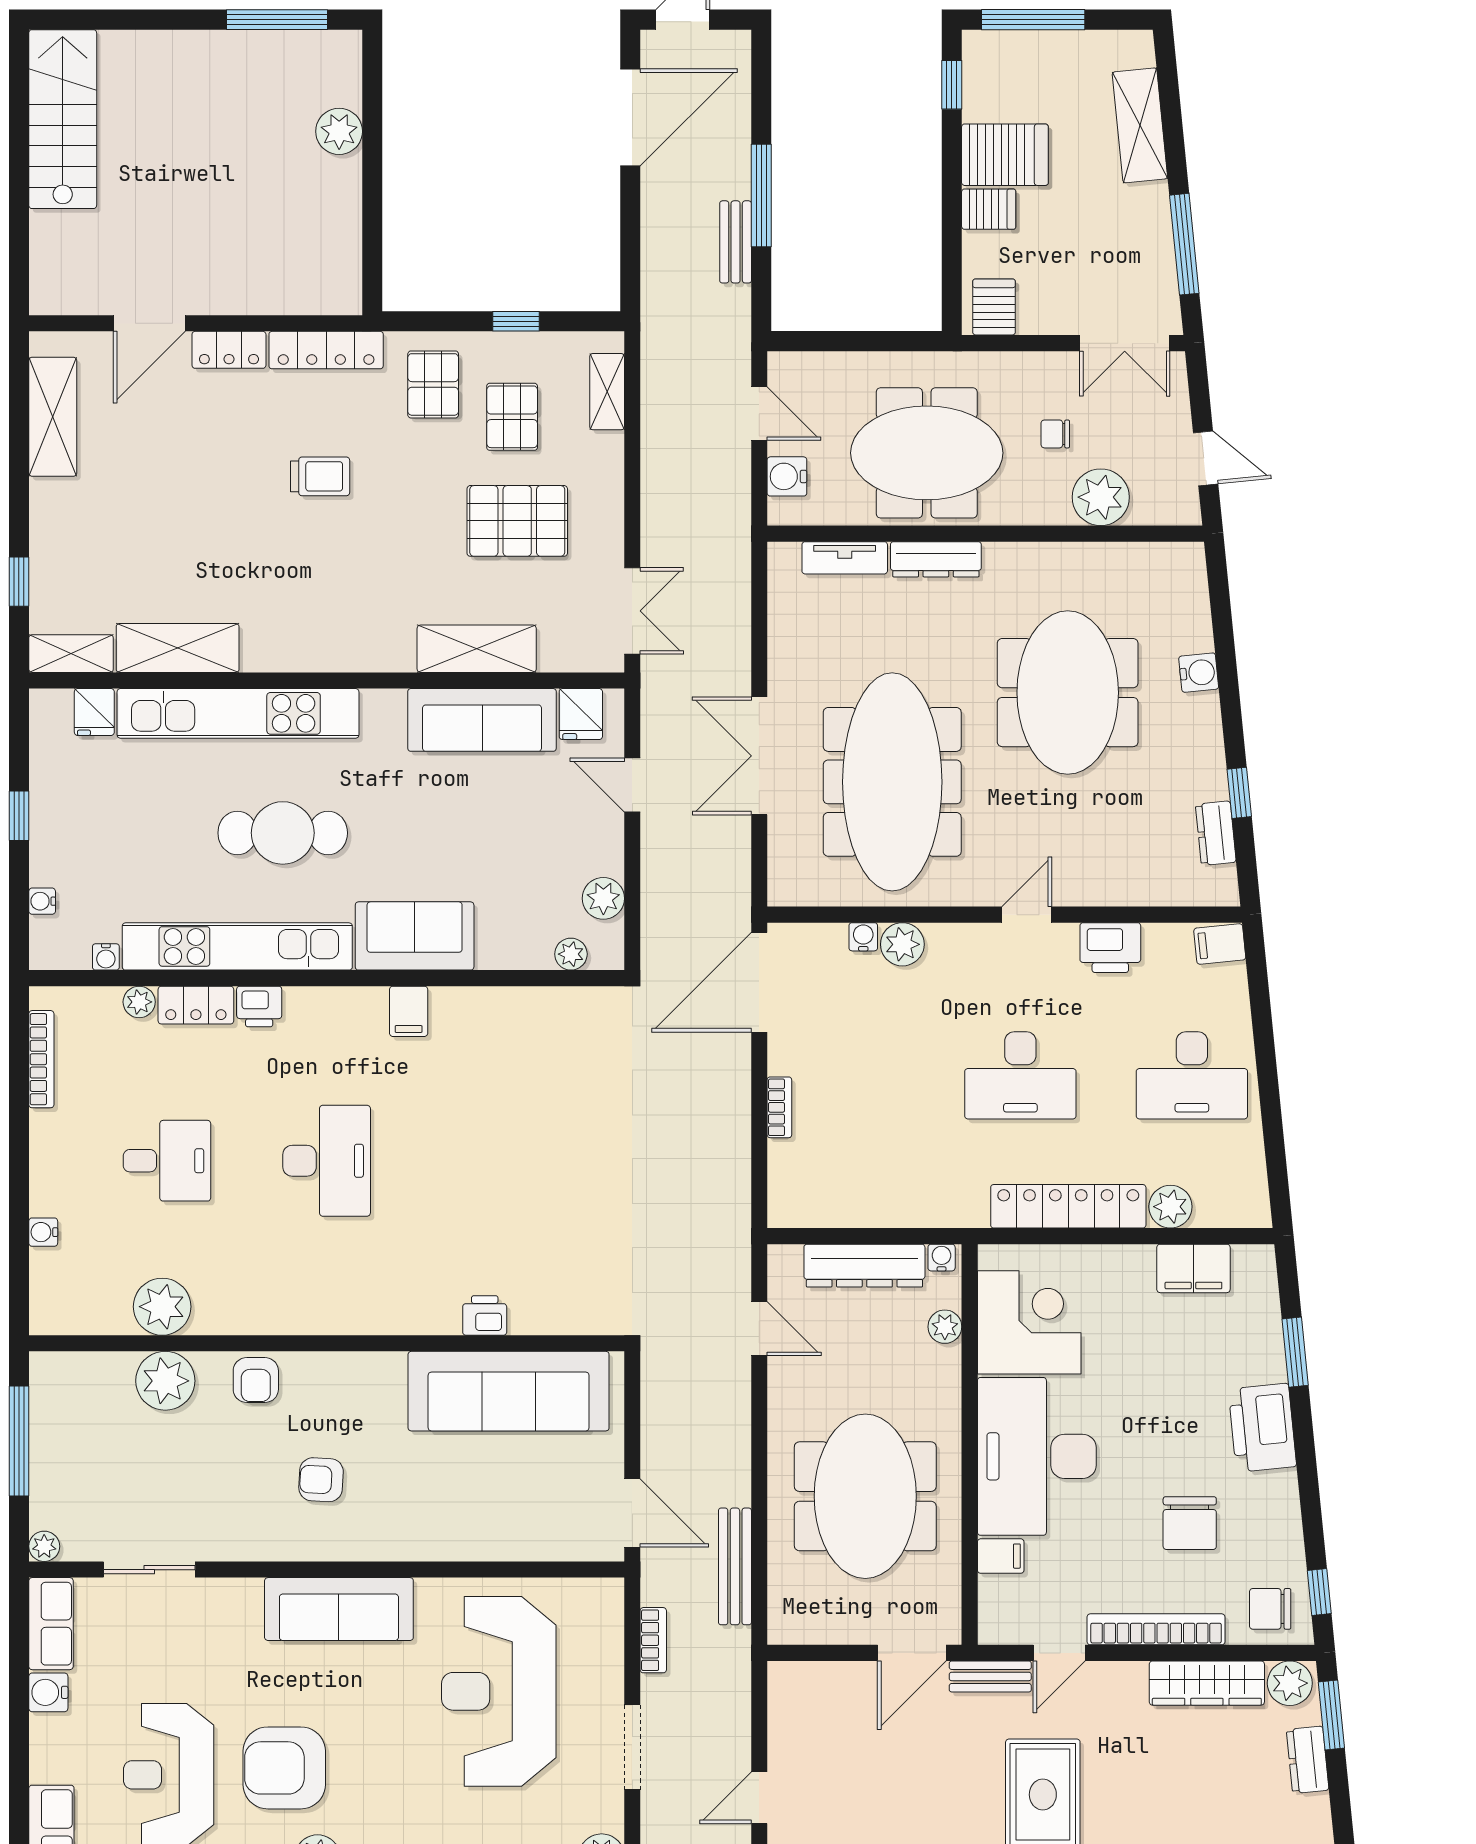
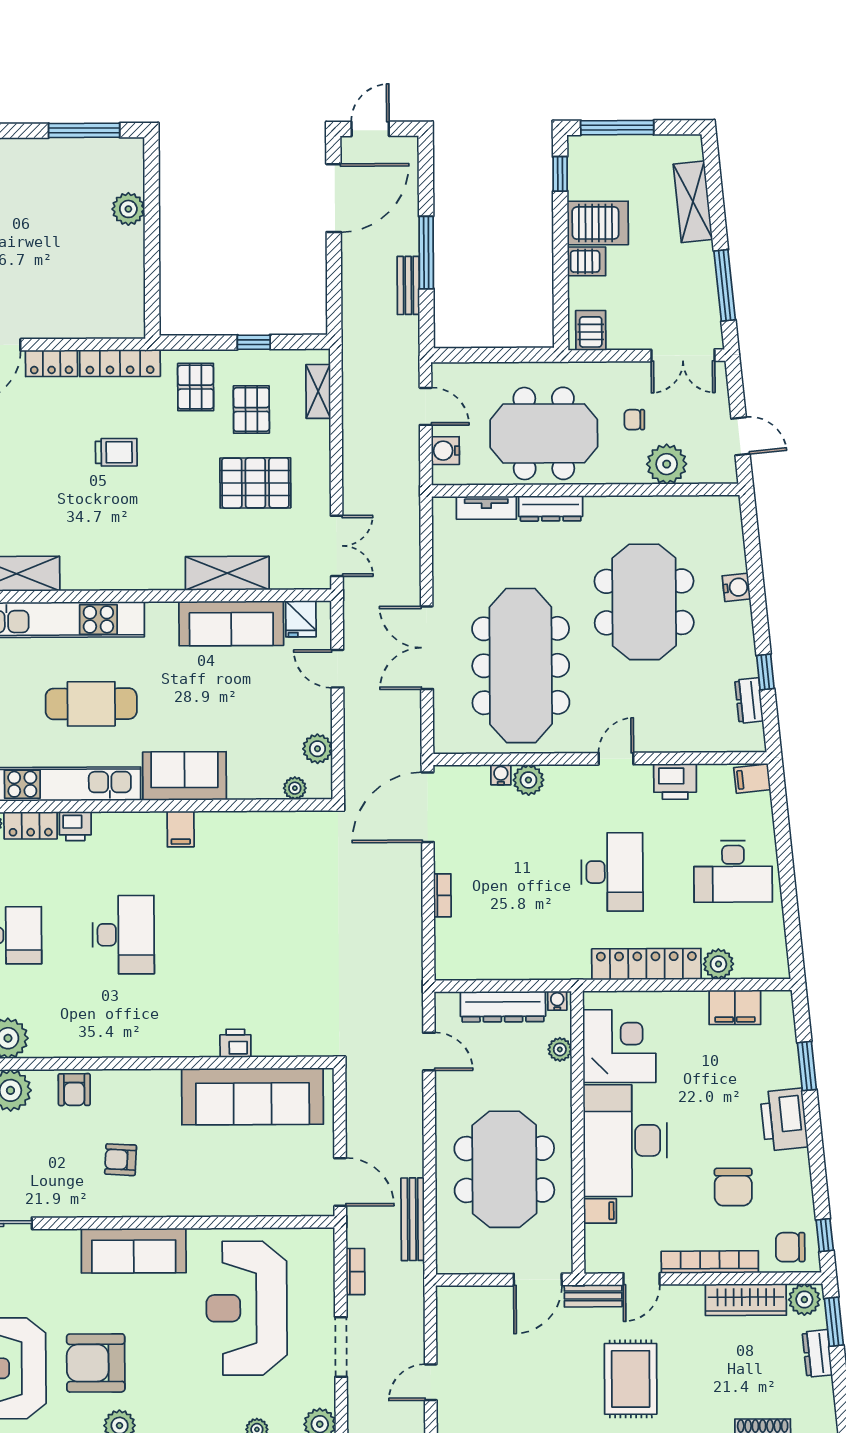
desk: (1020, 1075) -> (612, 872), turned -90

